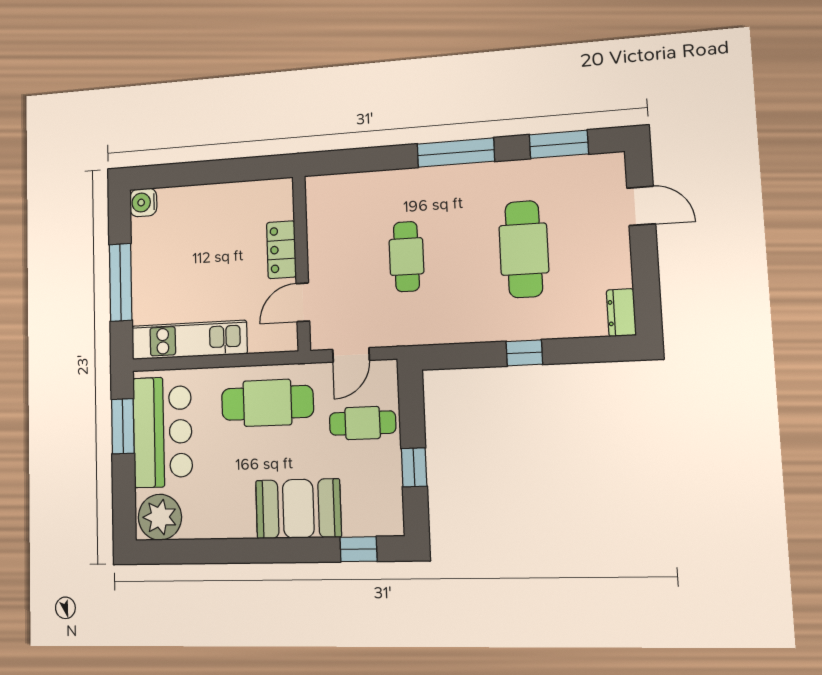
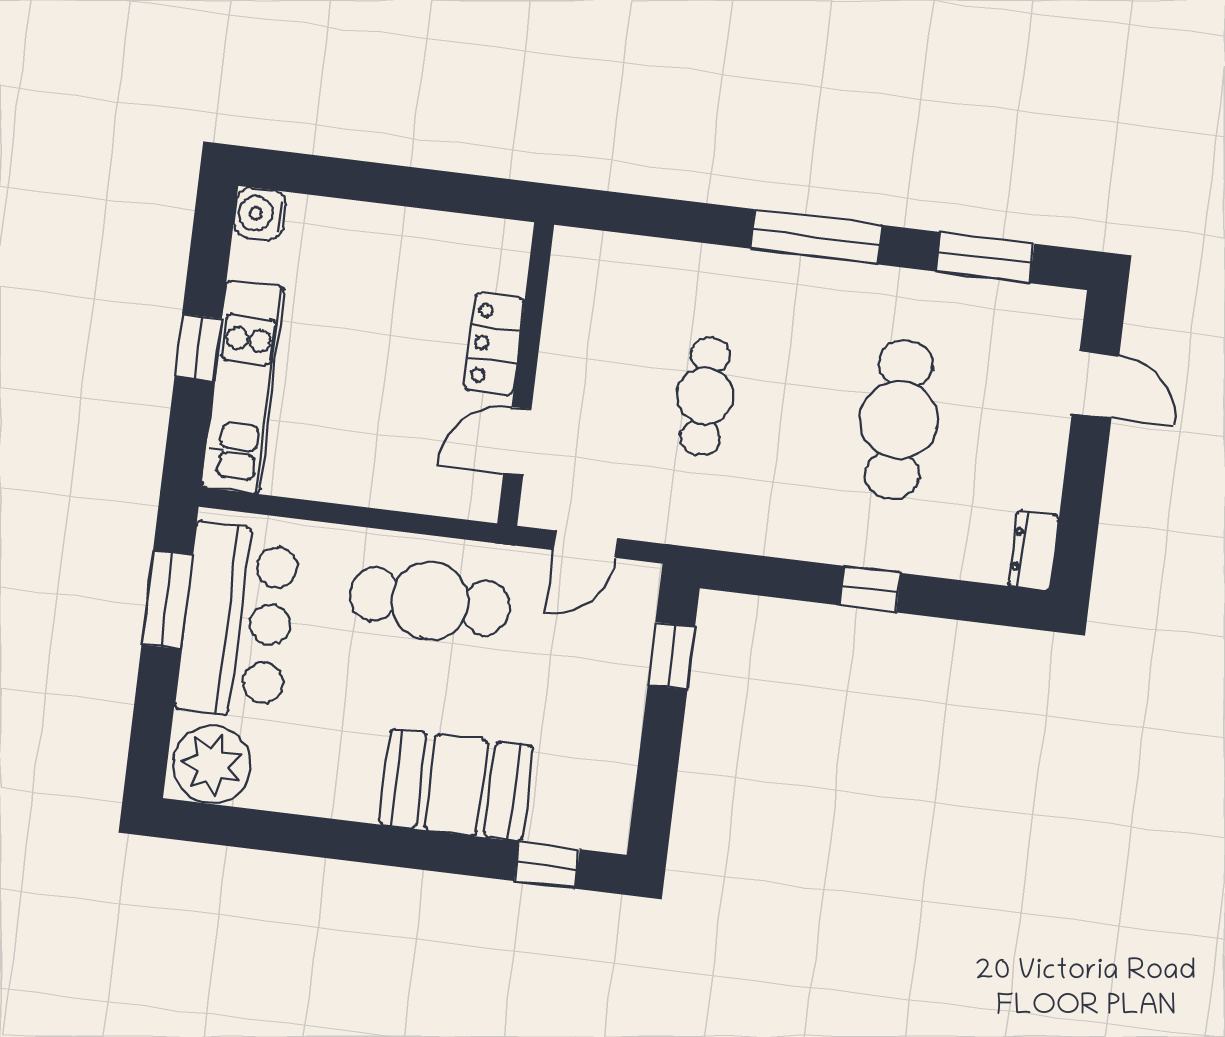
window: (121, 282) -> (198, 348), width x0.46
kitchen unit: (189, 340) -> (243, 387), moved, turned 90
cafe table: (363, 423) -> (587, 660), removed
window: (414, 467) -> (671, 656), moved

